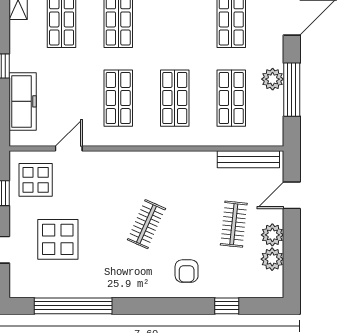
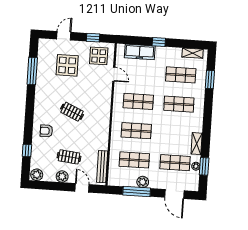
plant: (272, 259) -> (37, 175), moved
window: (73, 306) -> (32, 71), width x0.68

